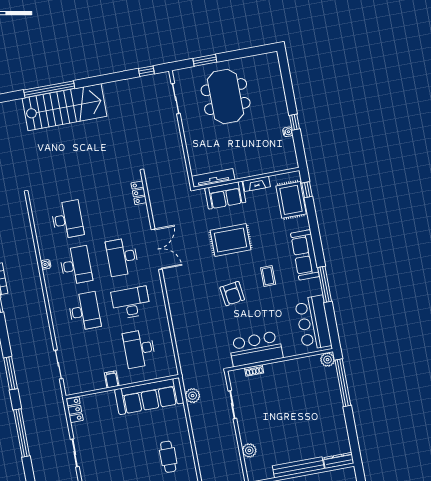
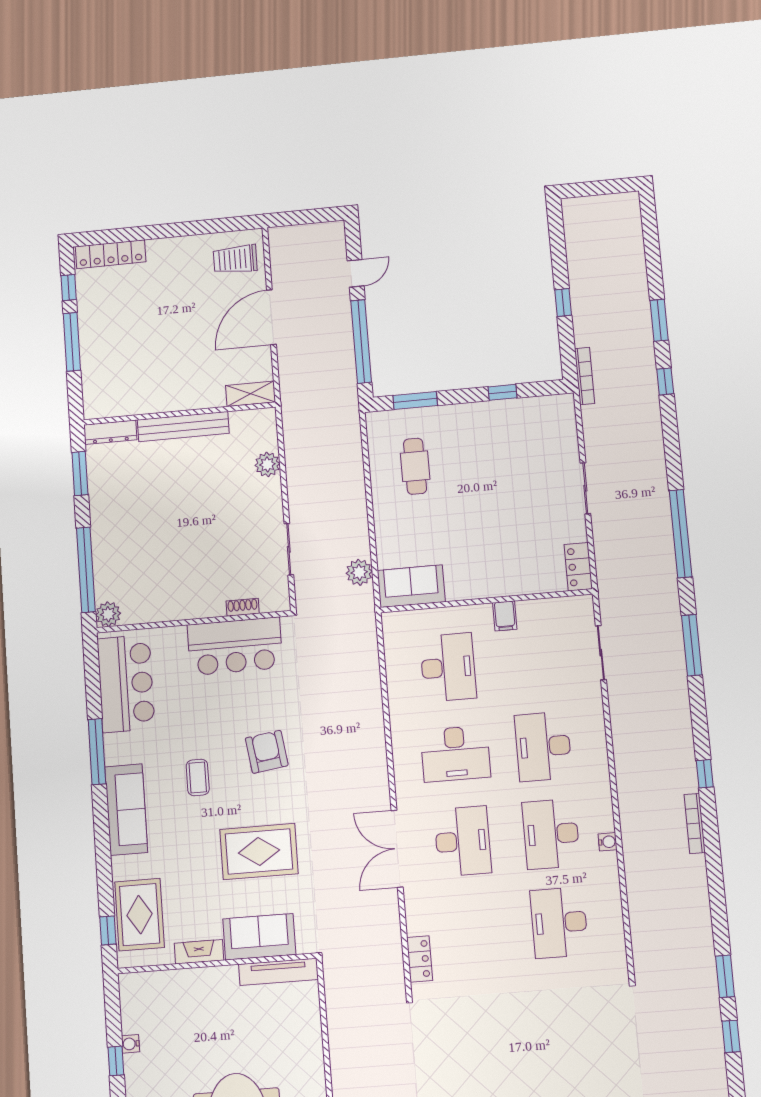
sofa: (149, 396) -> (411, 586), width x0.54, depth x0.79
window: (353, 436) -> (80, 473), added

